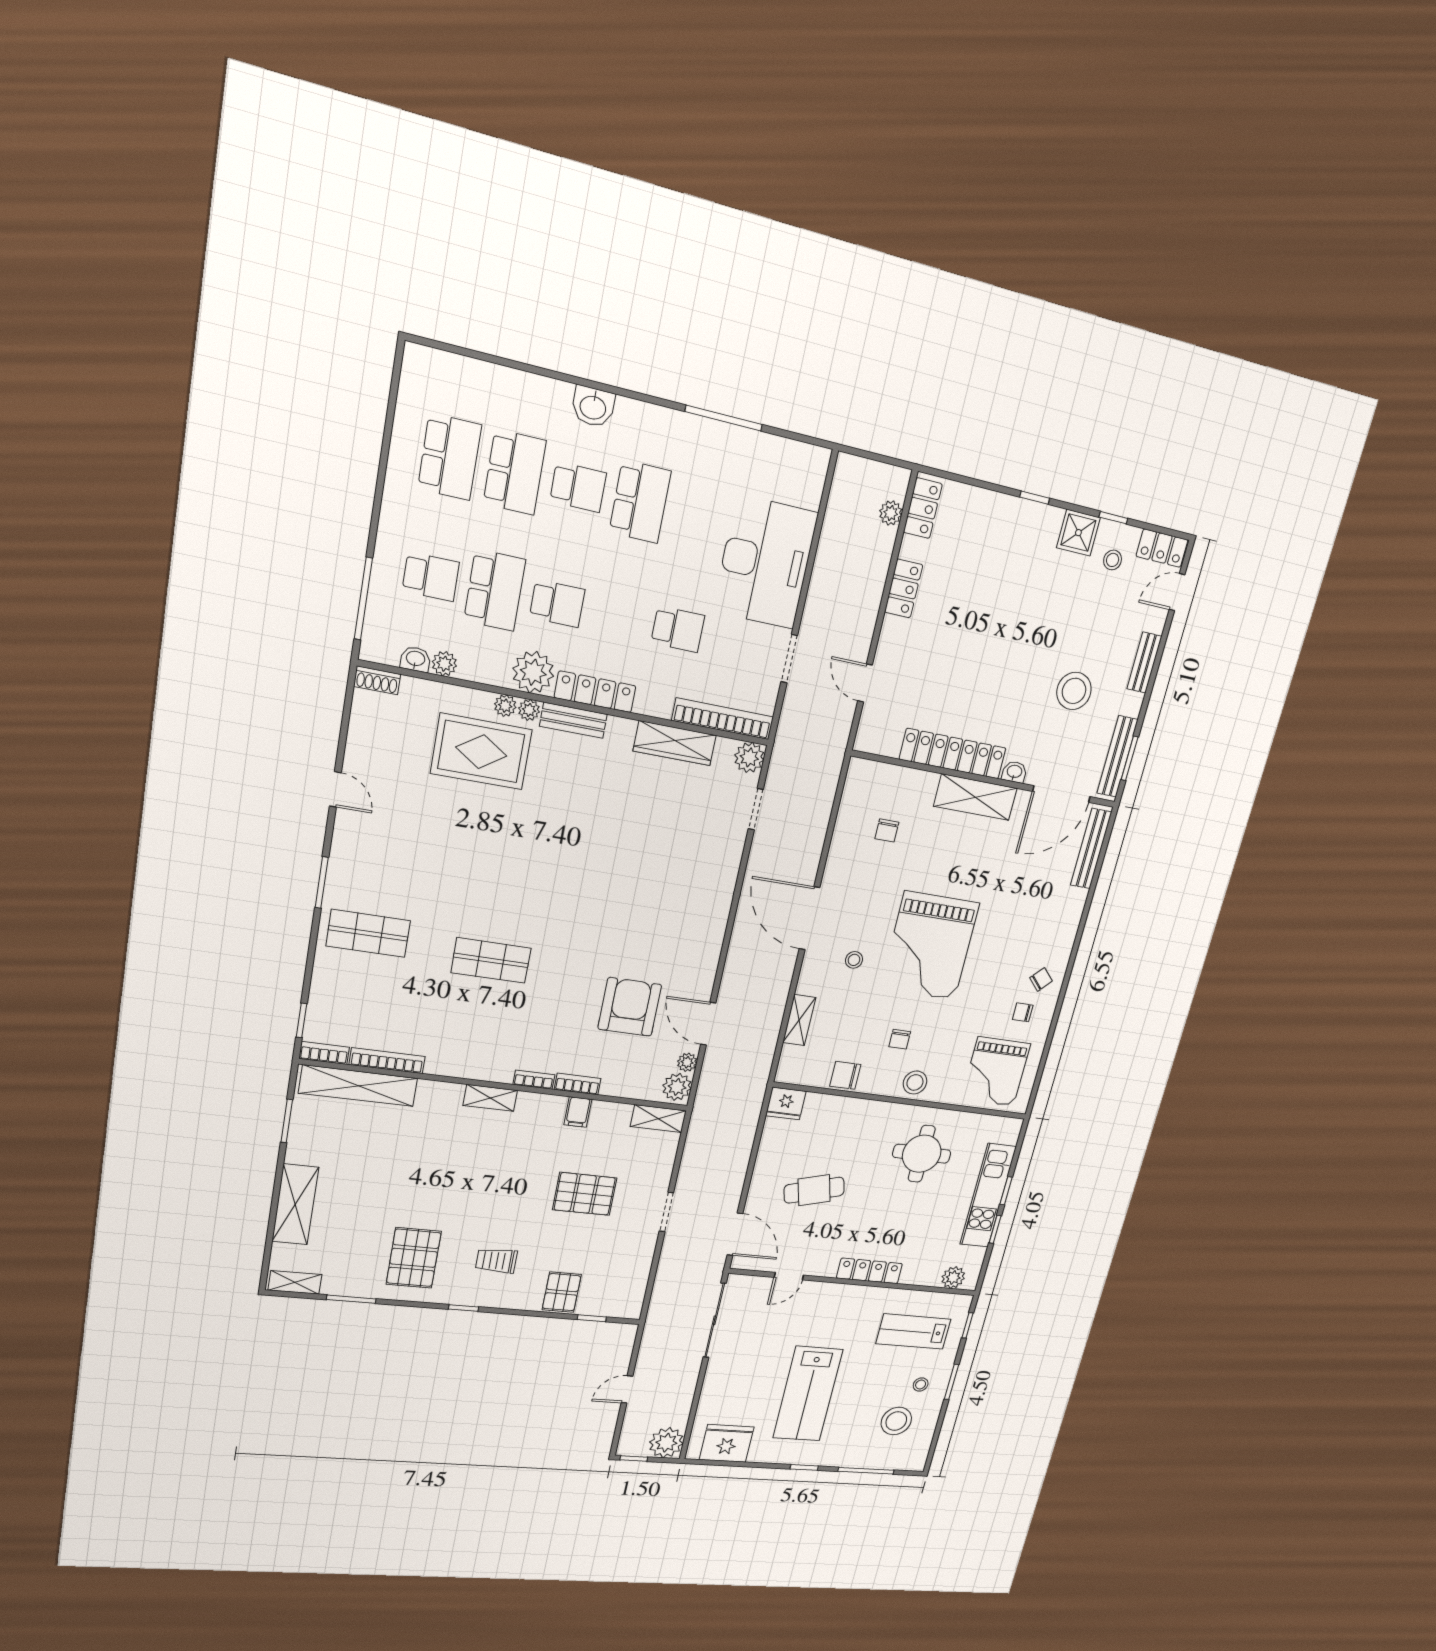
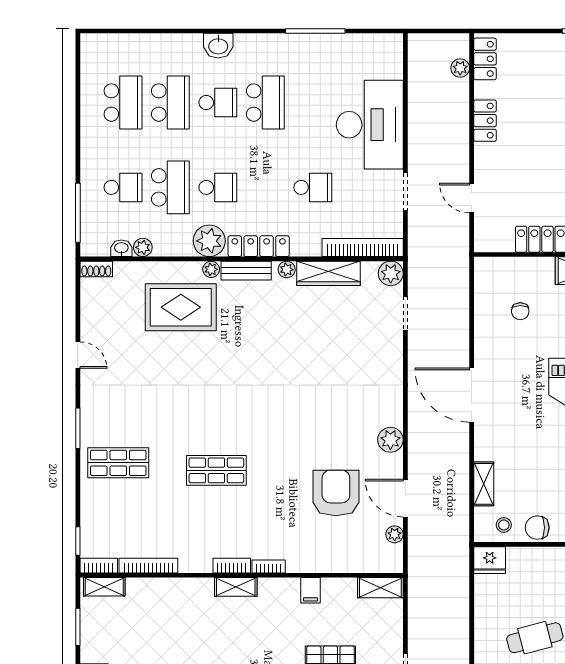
plant: (505, 706) -> (287, 270), moved
stool: (854, 960) -> (504, 525), moved
bookcase: (578, 1084) -> (232, 566), moved
shelving: (358, 1086) -> (104, 587), width x0.45, depth x0.75
plant: (677, 1087) -> (390, 440), moved

